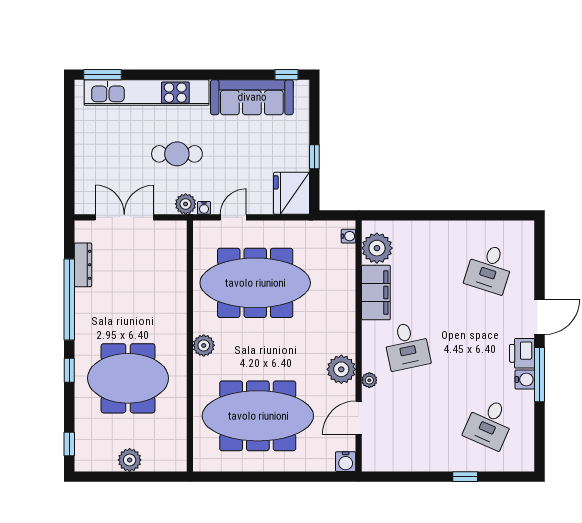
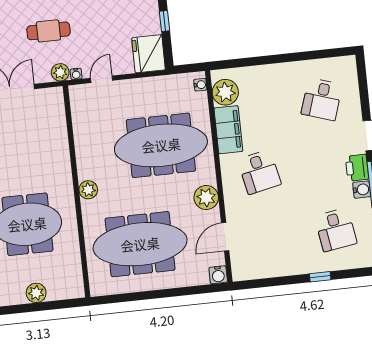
meeting table: (255, 283) -> (161, 145), moved
plant: (369, 380) -> (231, 204), removed
desk: (489, 423) -> (336, 230), turned -33

